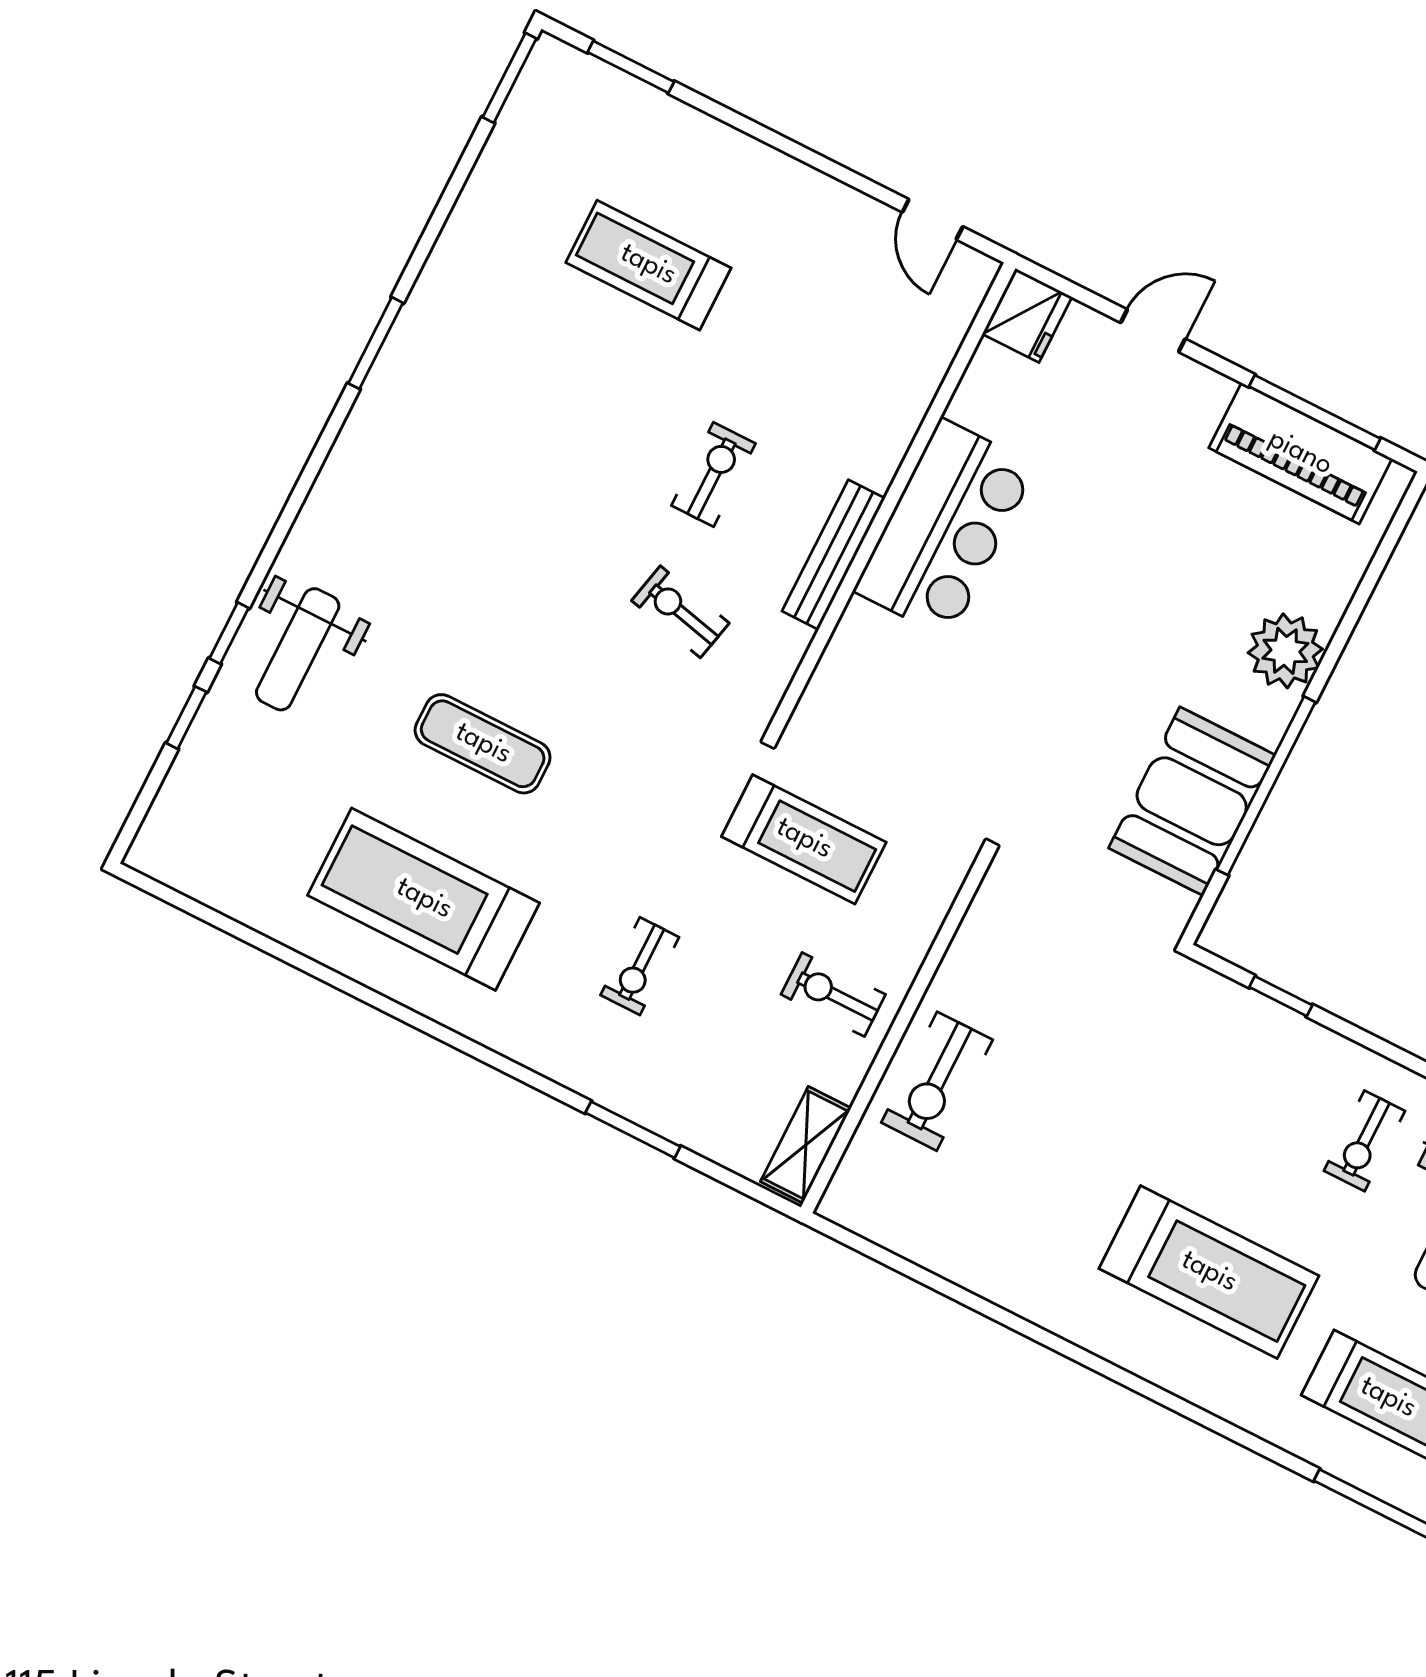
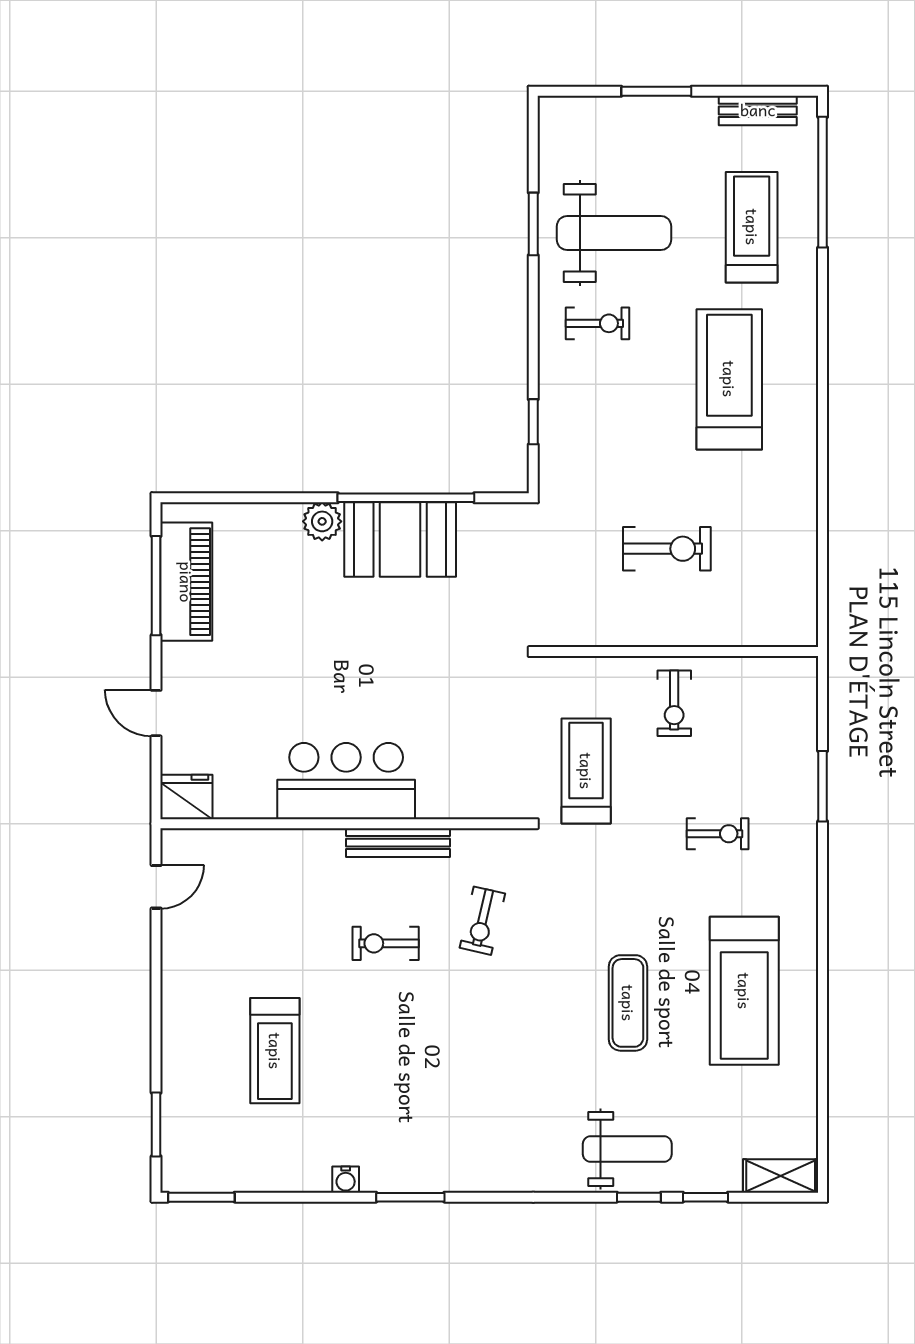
water cooler: (439, 272) -> (346, 1180), added
plant: (1285, 651) -> (322, 521), width x0.73, depth x0.73
booth: (1192, 801) -> (400, 540), moved
exercise bike: (937, 1081) -> (667, 549), moved
shelving: (806, 1145) -> (781, 1176), moved

